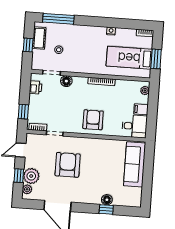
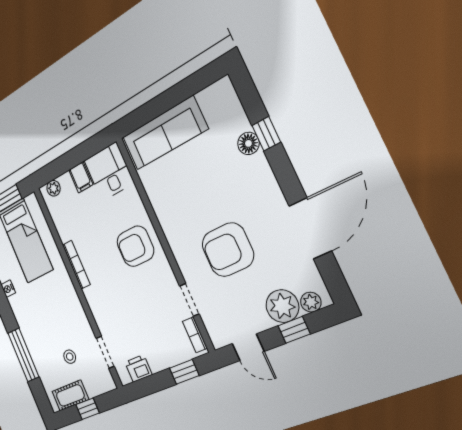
window: (58, 19) -> (23, 355), moved
floor lamp: (66, 81) -> (104, 322), removed

